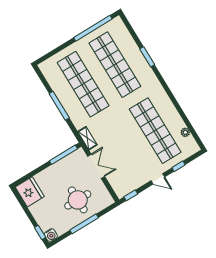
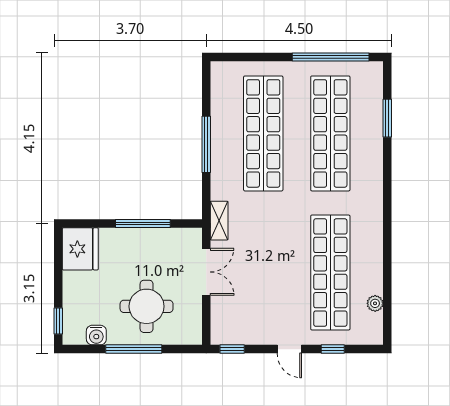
window: (147, 57) -> (387, 118), moved
window: (63, 155) -> (143, 224), moved
water cooler: (51, 235) -> (96, 335), moved

